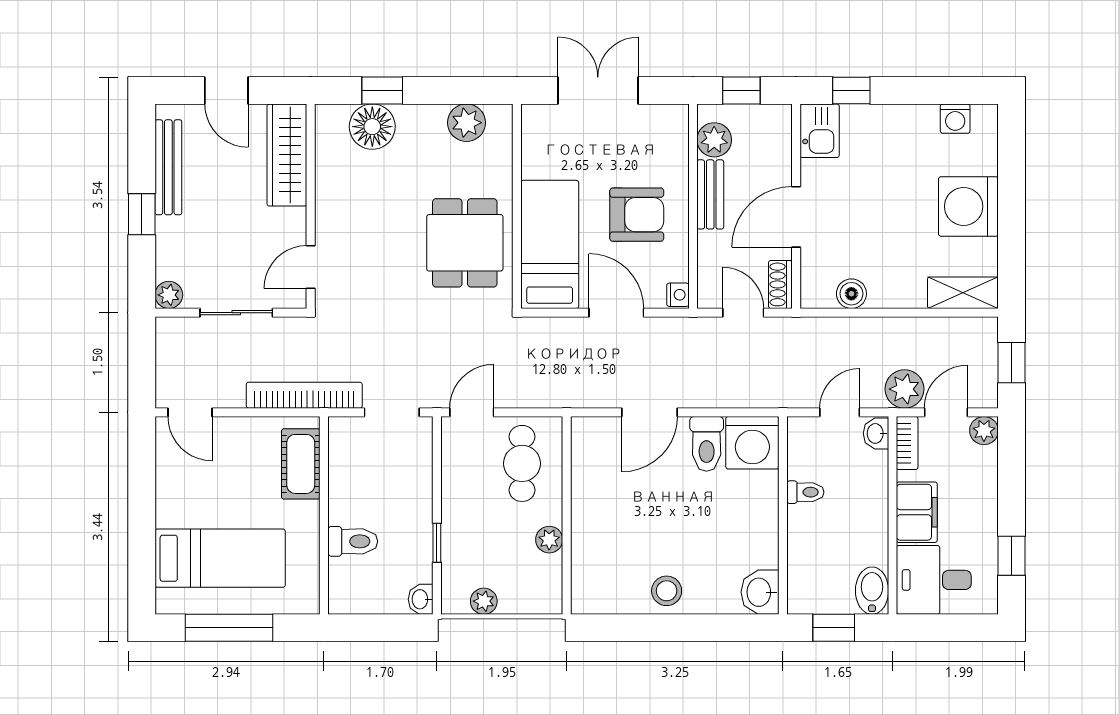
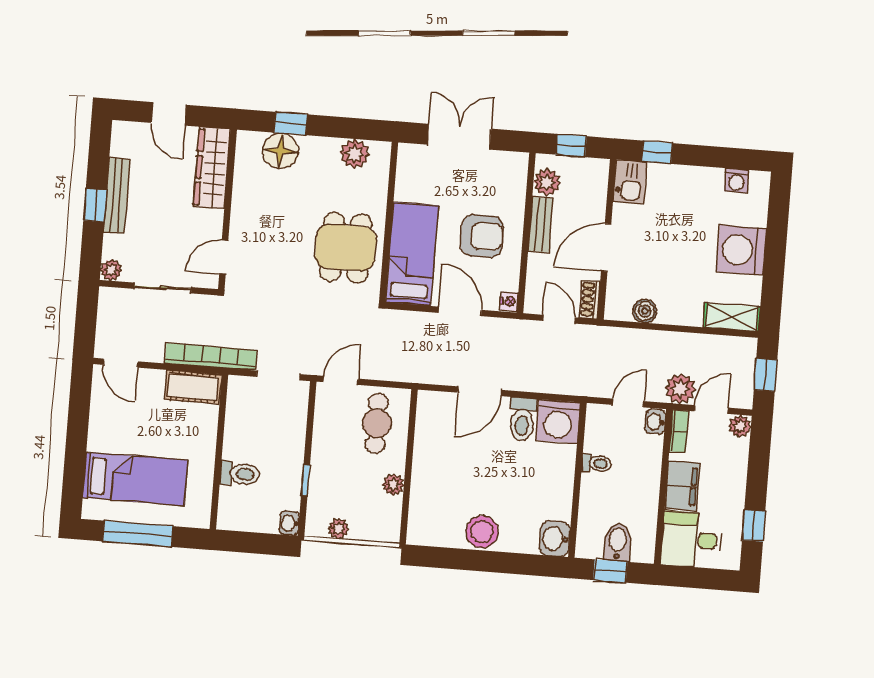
bench: (168, 167) -> (117, 196), moved
cot: (301, 464) -> (193, 387), moved, turned 90
stool: (667, 591) -> (482, 532), width x1.38, depth x1.38
bidet: (872, 591) -> (618, 542), moved

